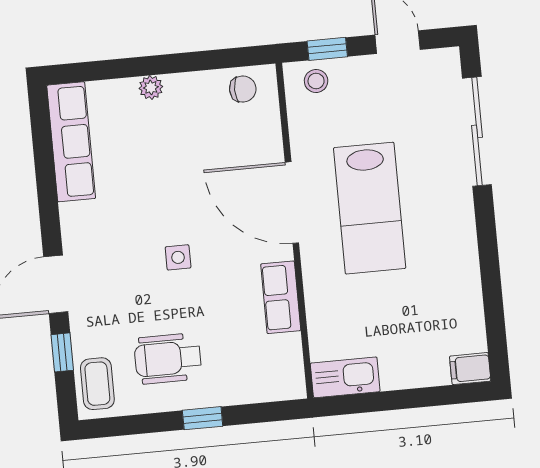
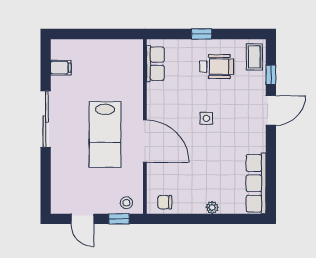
sliding door: (477, 131) -> (46, 119), moved
lab bench: (370, 208) -> (105, 134), turned 180
row of seats: (281, 297) -> (155, 64), moved
filing cabinet: (470, 369) -> (61, 68), moved
kitchen sink: (345, 377) -> (126, 48), removed

